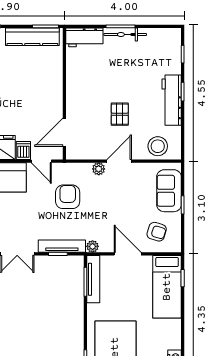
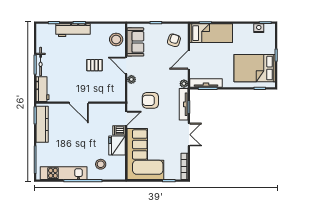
workbench: (172, 100) -> (73, 30), moved
door: (64, 132) -> (79, 103), moved
sofa: (169, 191) -> (135, 42), moved, turned -90

